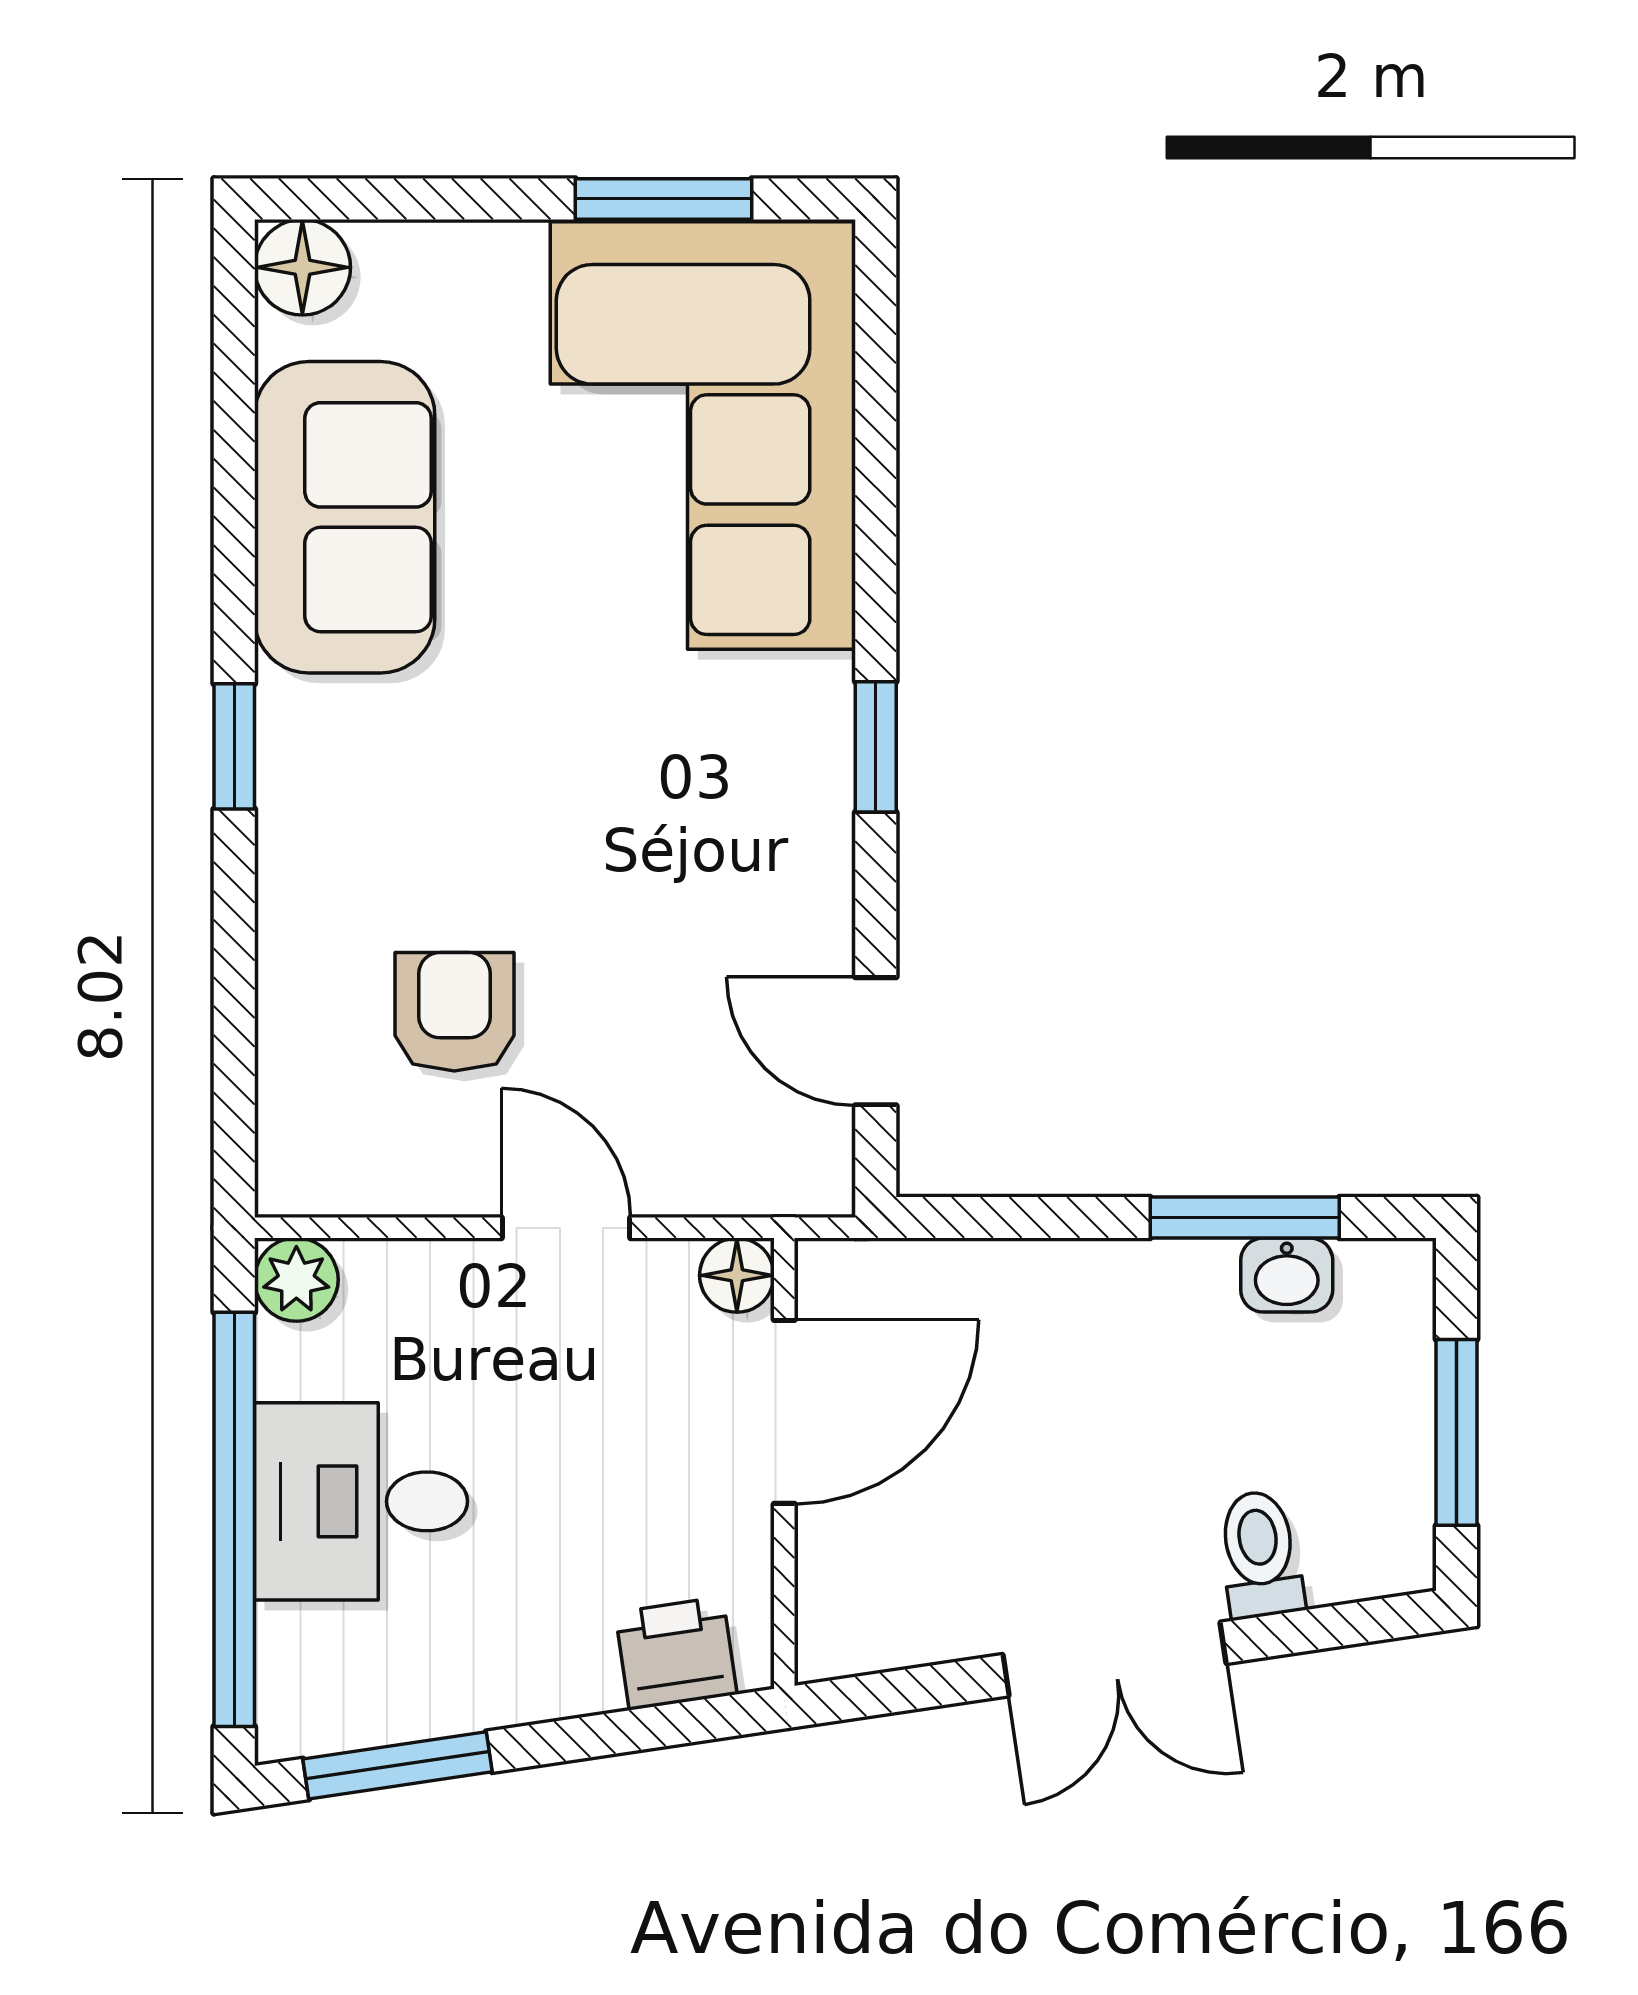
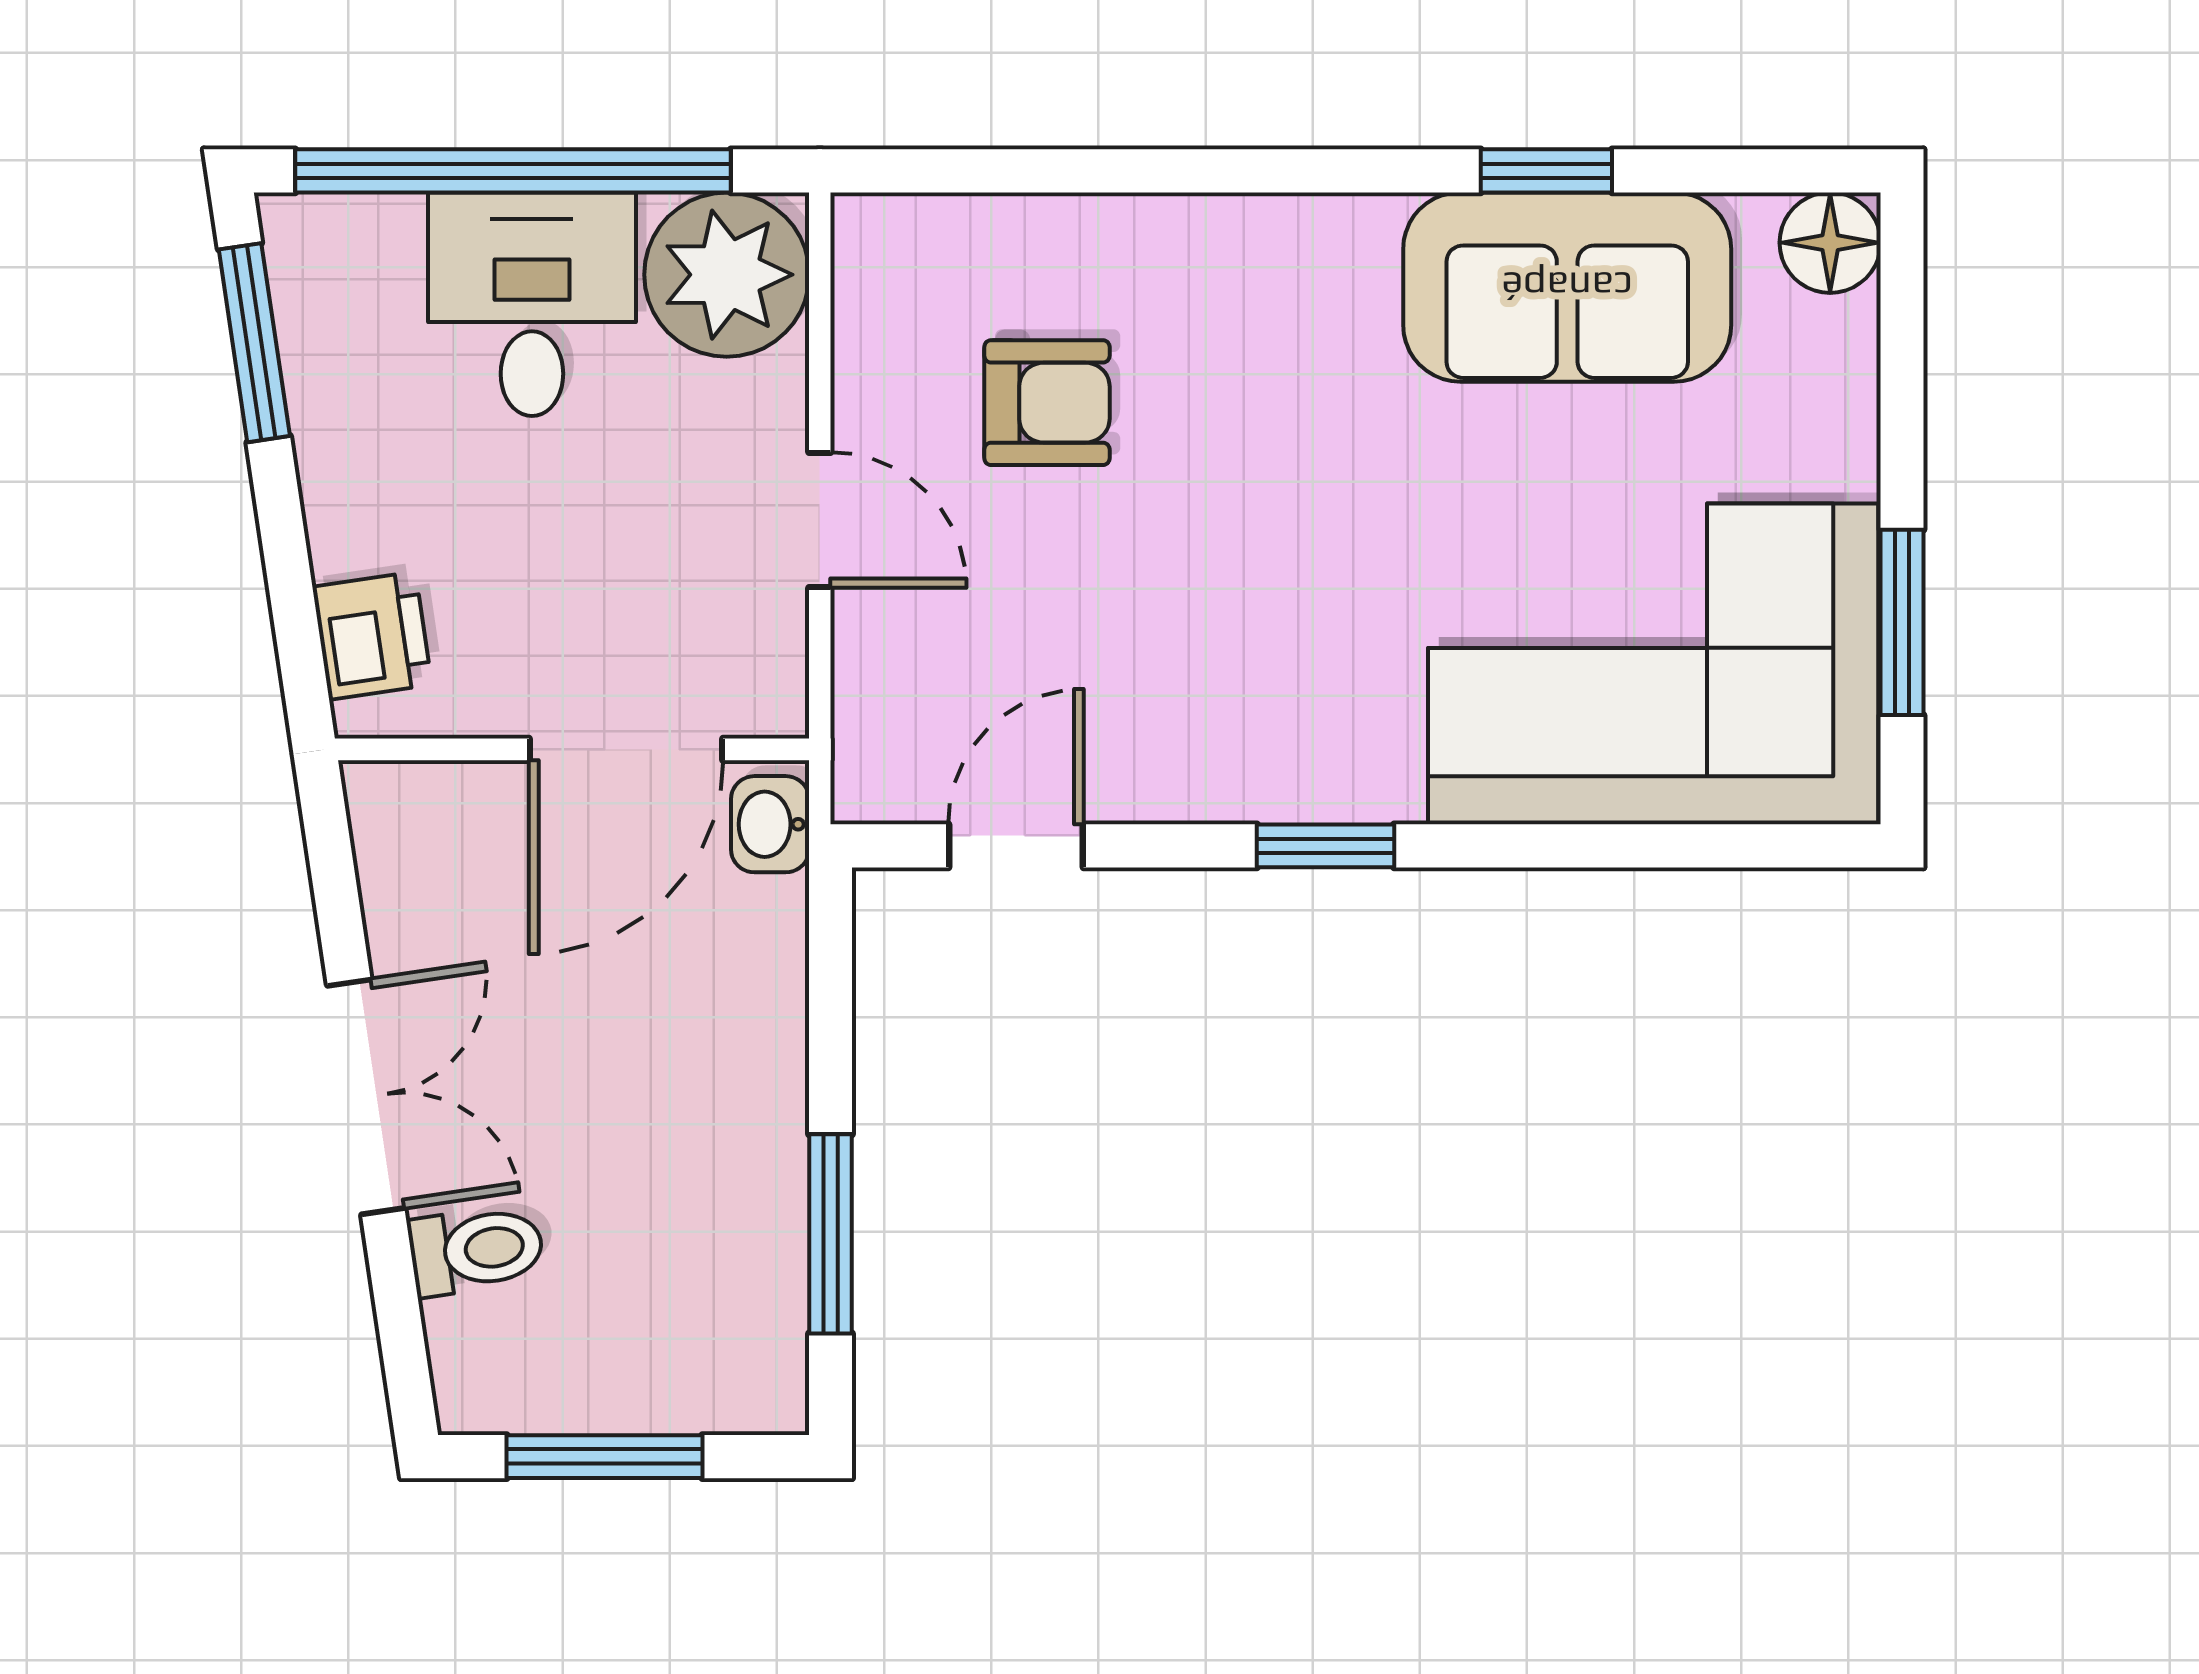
window: (234, 746) -> (1546, 171), moved
door: (566, 1228) -> (820, 520), hinge flipped
floor lamp: (737, 1275) -> (770, 700), removed
washbasin: (1287, 1275) -> (770, 824), moved
plant: (296, 1280) -> (727, 275), width x1.87, depth x1.87
door: (784, 1412) -> (626, 749), hinge flipped
double door: (1114, 1659) -> (366, 1097), swing flipped

